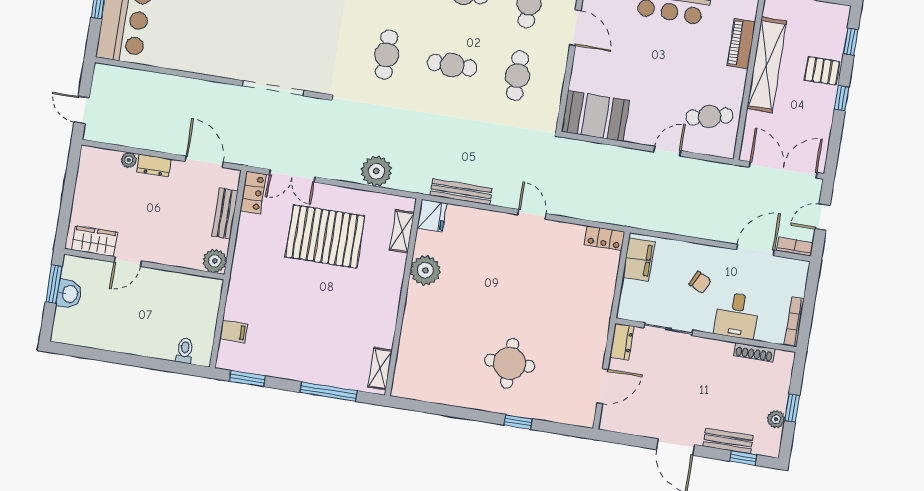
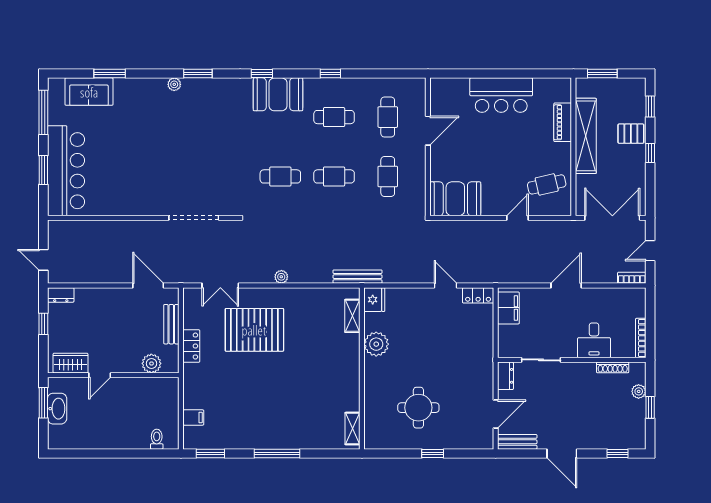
door: (575, 28) -> (428, 131), hinge flipped
cafe table: (387, 55) -> (280, 176), turned 90
plant: (129, 160) -> (87, 294), removed
dresser: (154, 165) -> (61, 295), moved
plant: (376, 171) -> (281, 277), width x0.53, depth x0.53
window: (69, 188) -> (43, 324), added
locker: (253, 193) -> (191, 346), moved
door: (532, 214) -> (445, 285), moved
fridge: (432, 216) -> (374, 300), moved
shelving: (402, 231) -> (352, 316), moved
door: (755, 250) -> (566, 285), moved
plant: (215, 261) -> (151, 363), moved
plant: (425, 270) -> (376, 344), moved
chair: (700, 282) -> (560, 318), removed
washbasin: (69, 294) -> (57, 409), width x1.38
wall: (403, 297) -> (362, 368), moved
shelving: (380, 369) -> (353, 429), moved
plant: (776, 419) -> (639, 391), moved
bench: (728, 441) -> (517, 442), moved

